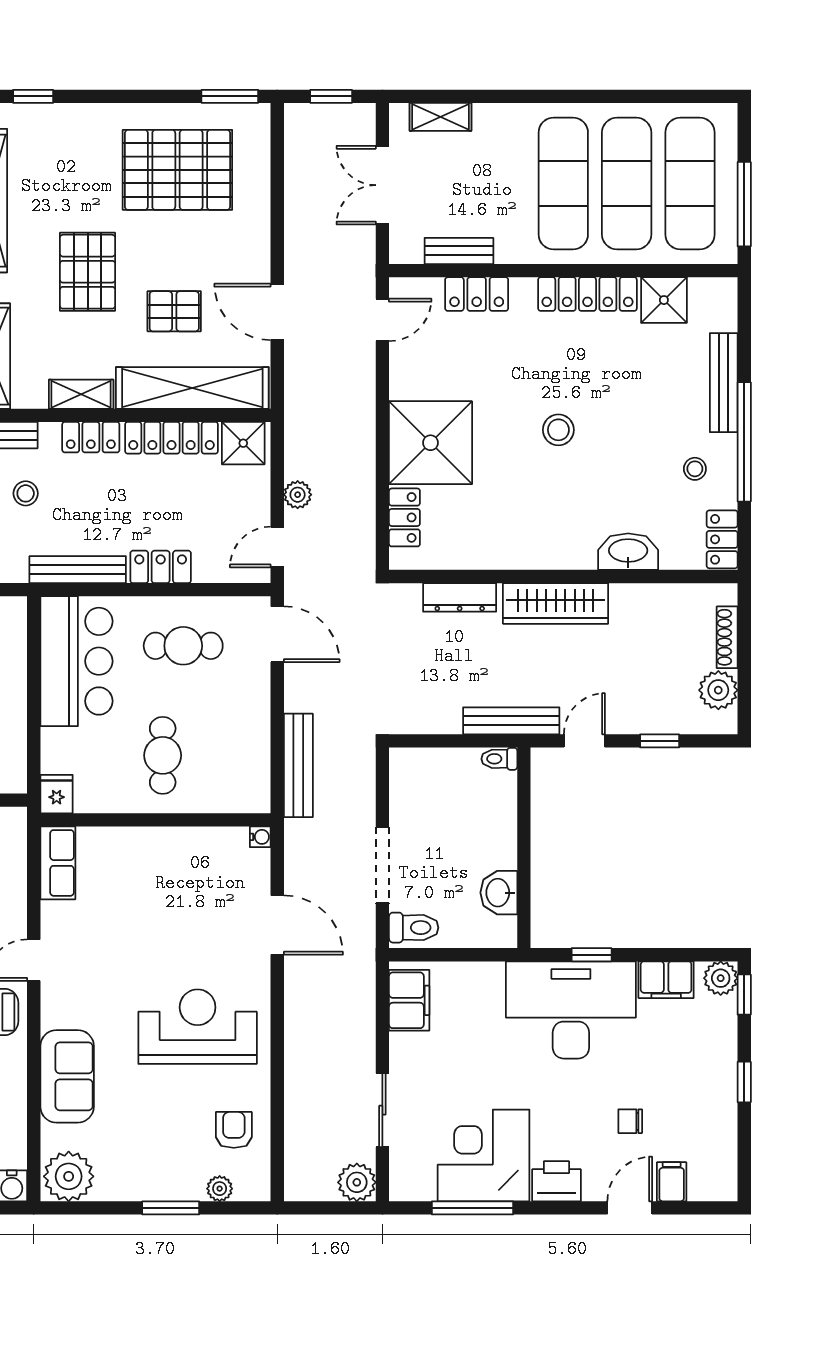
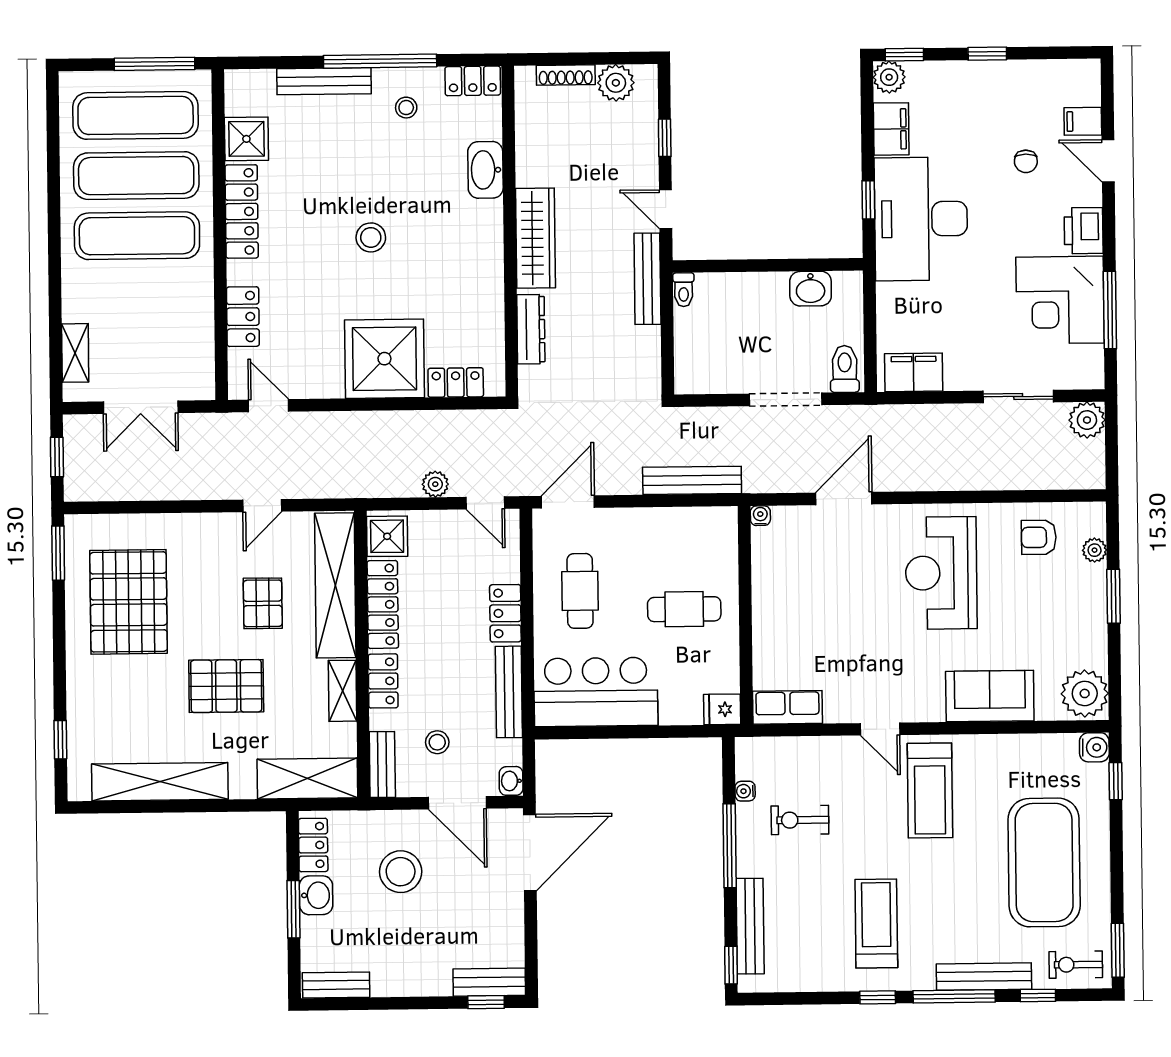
bench: (459, 251) -> (202, 334), removed
door: (277, 312) -> (262, 506), width x0.73

